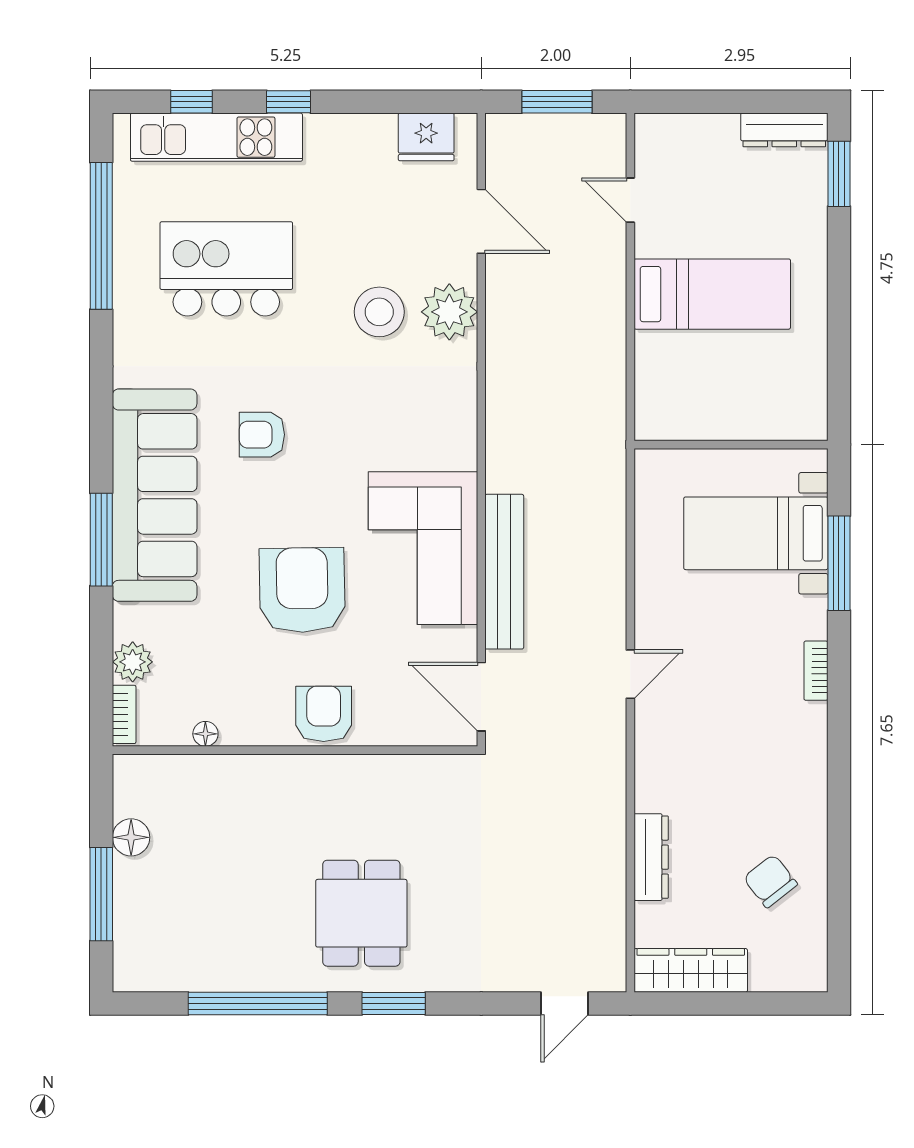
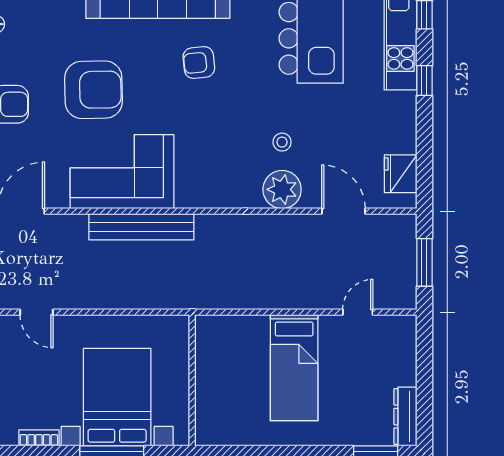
door: (481, 221) -> (343, 211), swing flipped
stool: (379, 312) -> (282, 142), width x0.53, depth x0.53
armchair: (262, 435) -> (199, 63), turned -96
bed with nightstands: (756, 533) -> (117, 397), width x1.36
bench: (504, 572) -> (141, 227), moved

